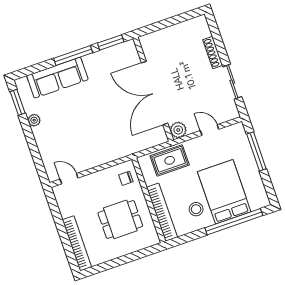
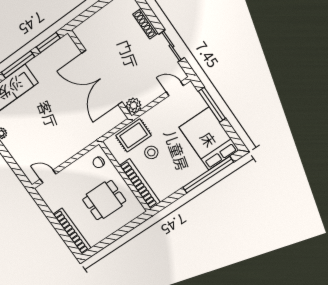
door: (210, 130) -> (175, 89), moved
bed: (224, 192) -> (209, 139), moved
stool: (196, 209) -> (151, 152), moved

